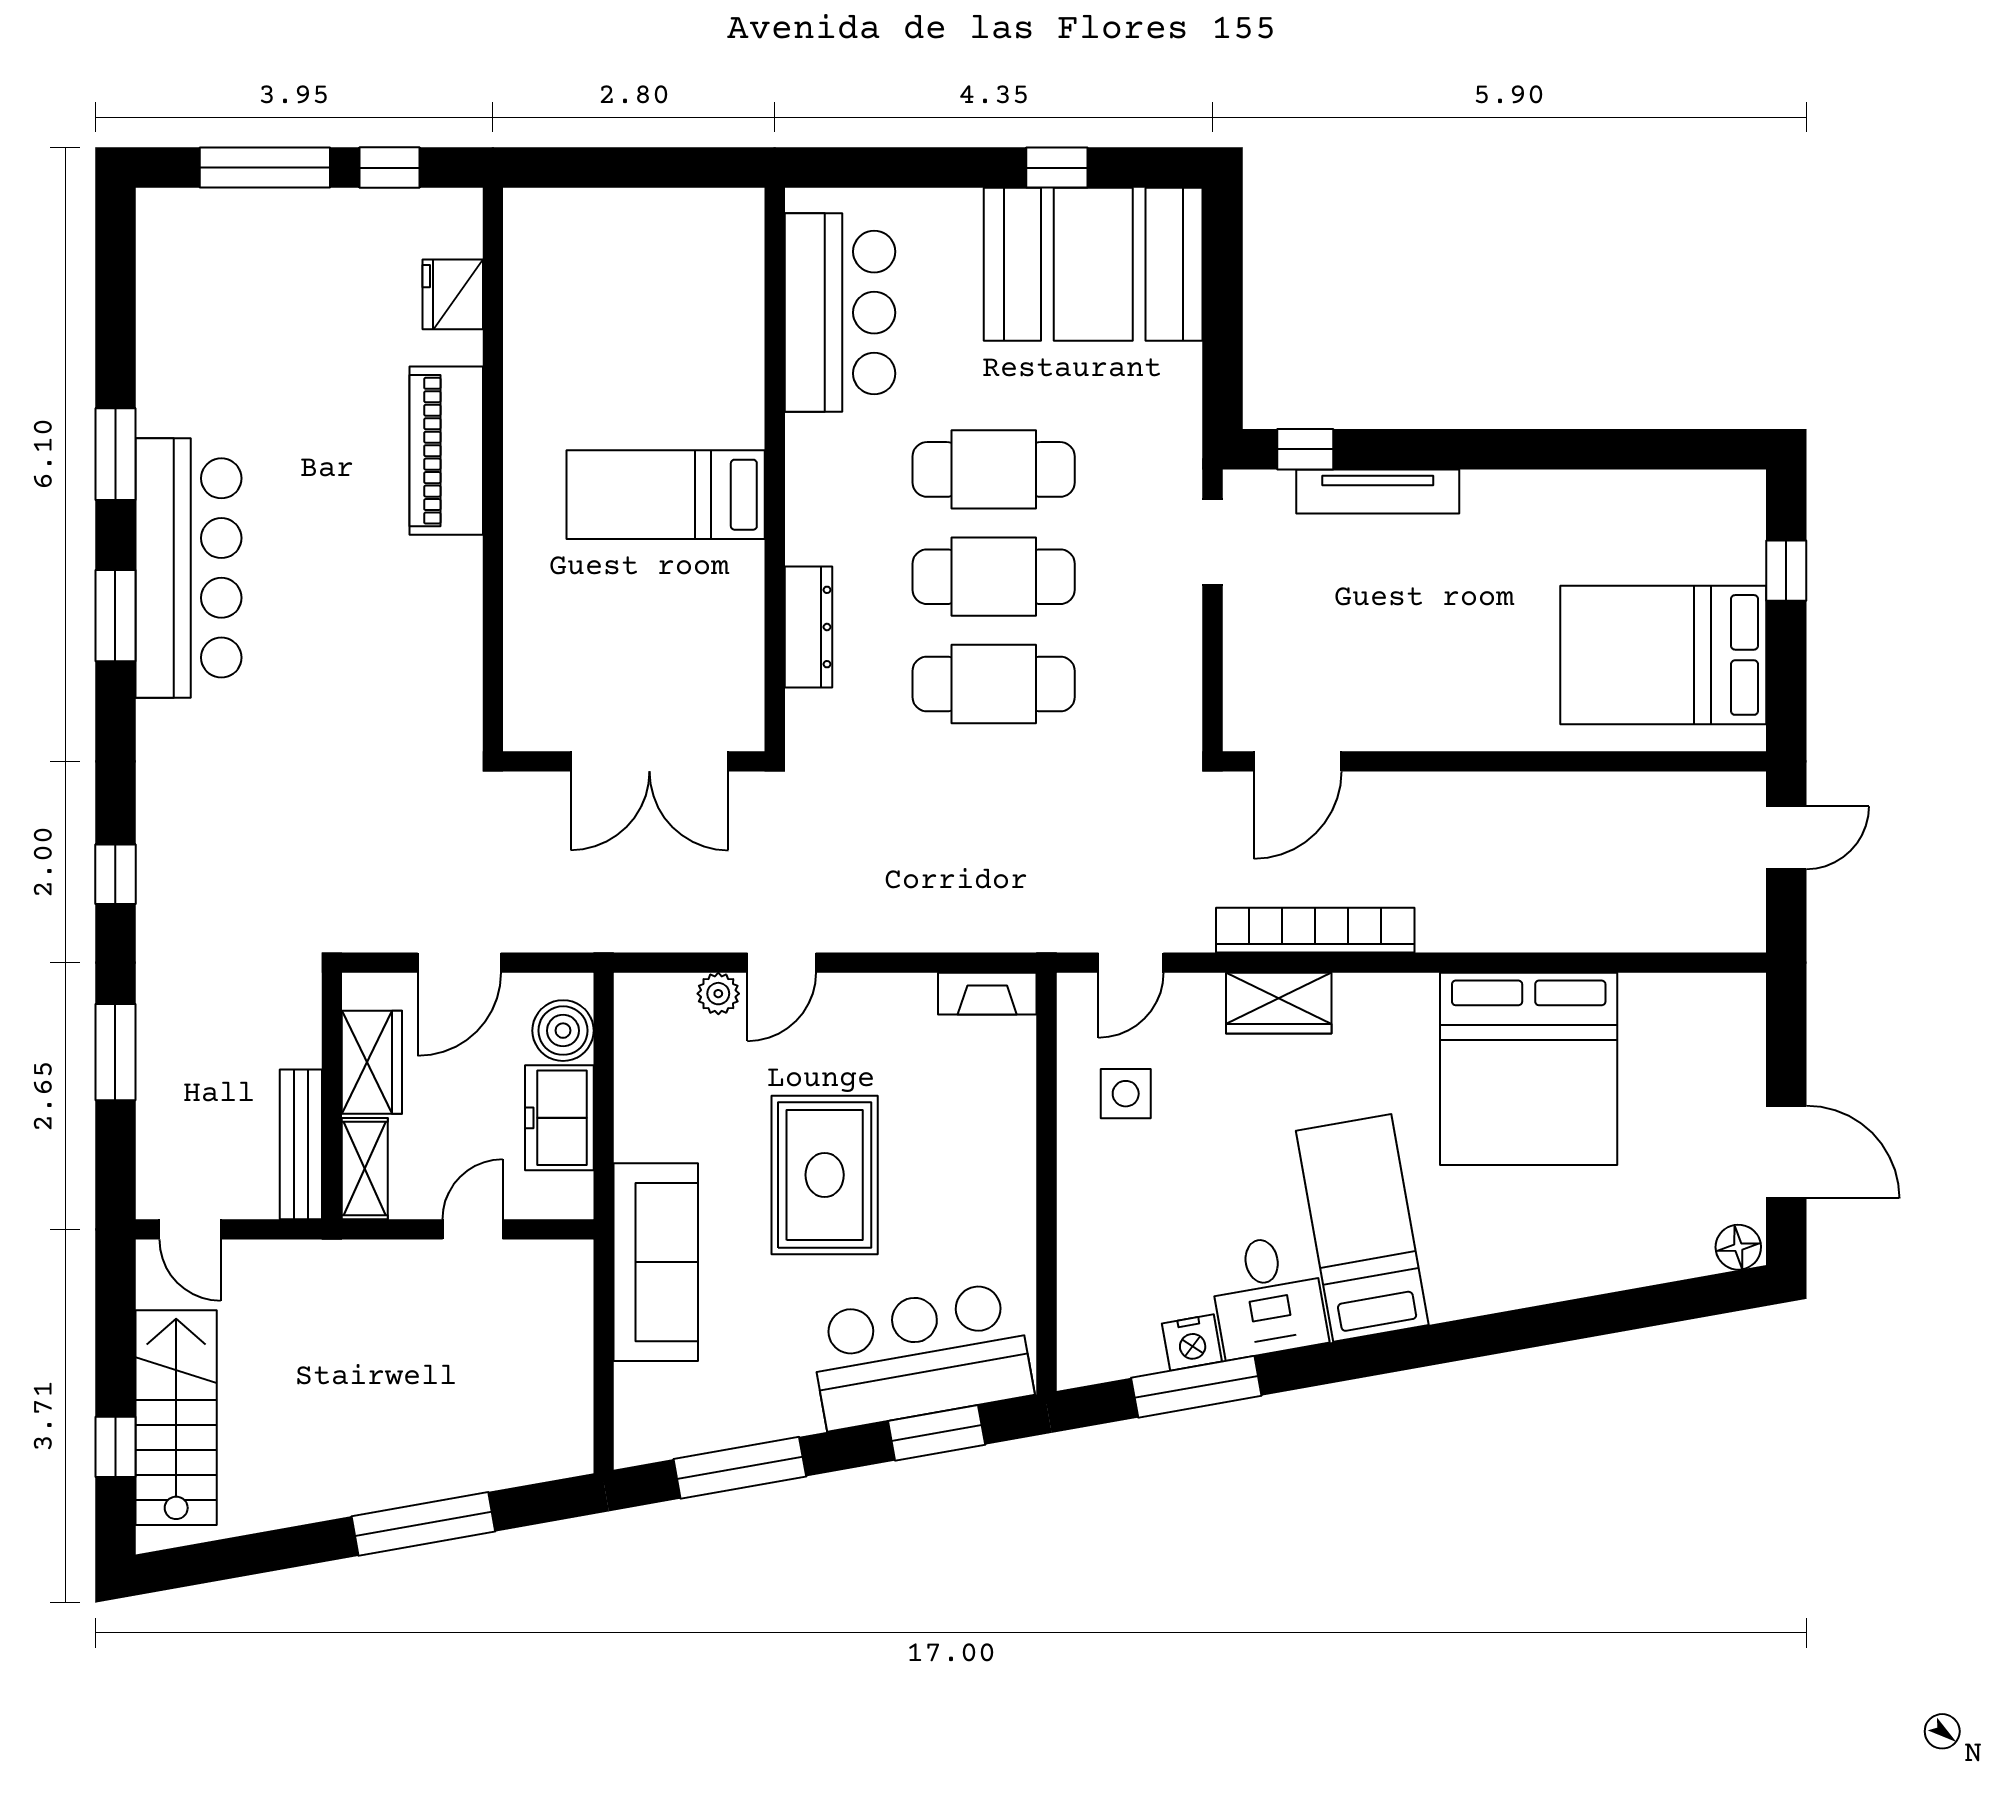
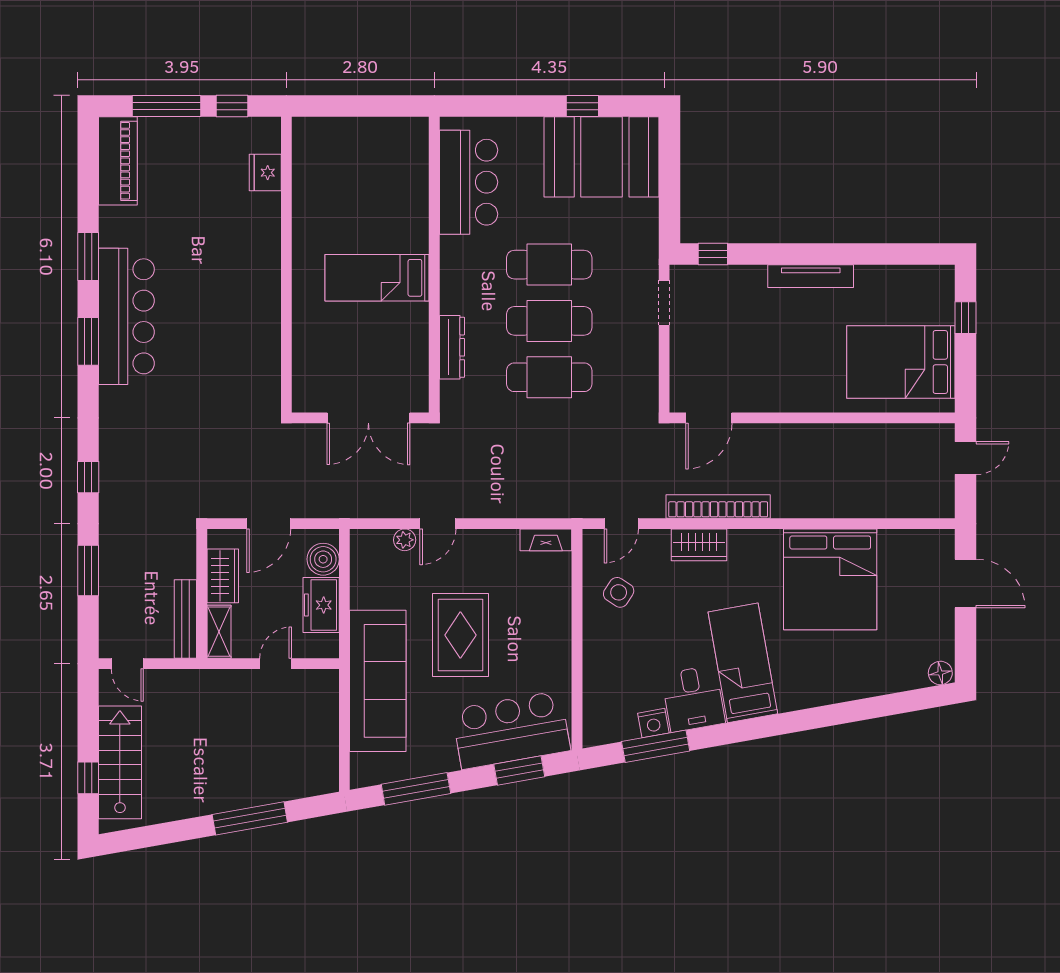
piano: (446, 451) -> (118, 161), moved, turned 180
tv unit: (1378, 492) -> (811, 276), moved
side table: (1126, 1094) -> (619, 592), turned 33
door: (1786, 1152) -> (965, 583), moved
sofa: (656, 1262) -> (378, 681), width x1.36, depth x1.27

